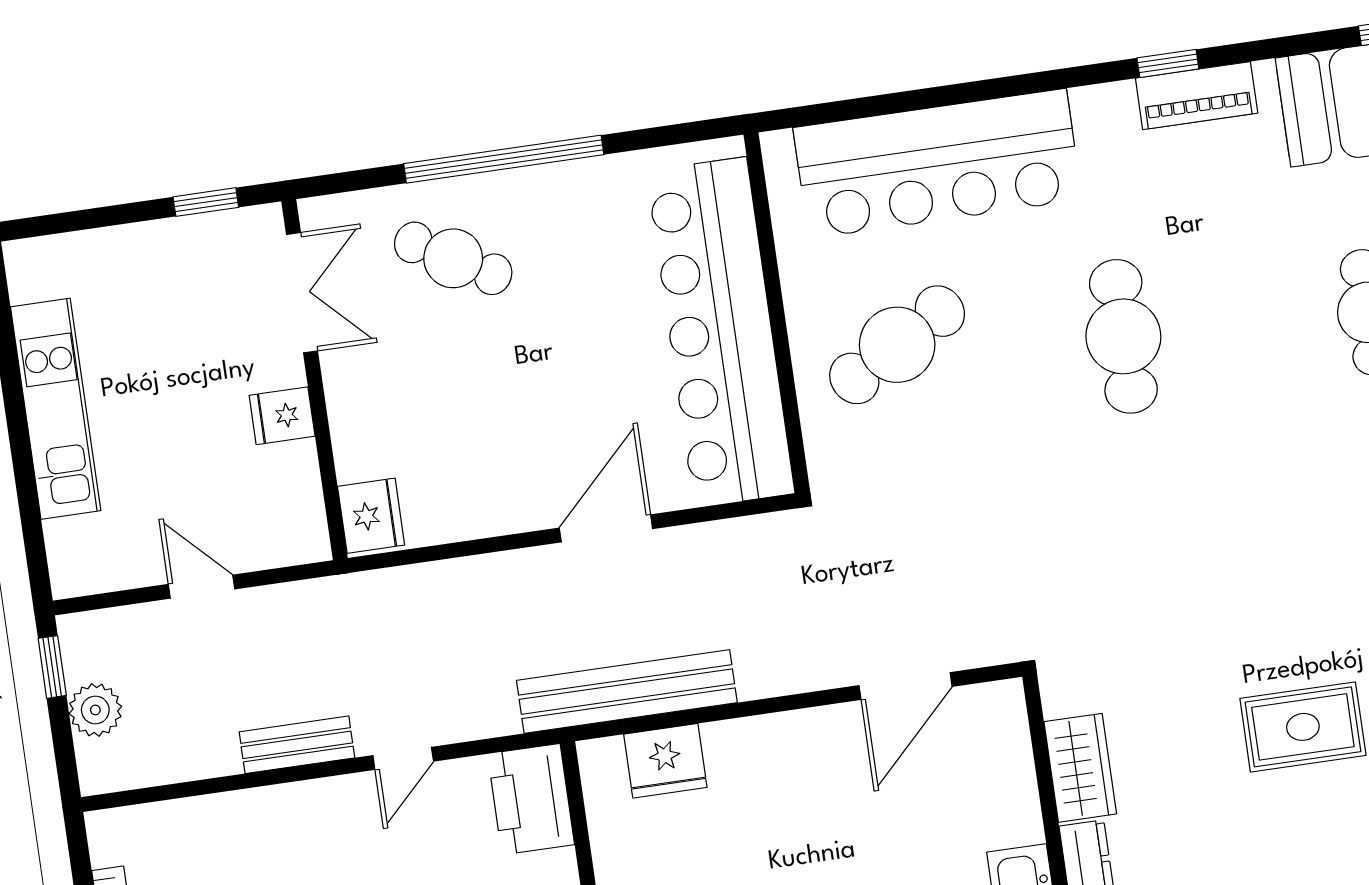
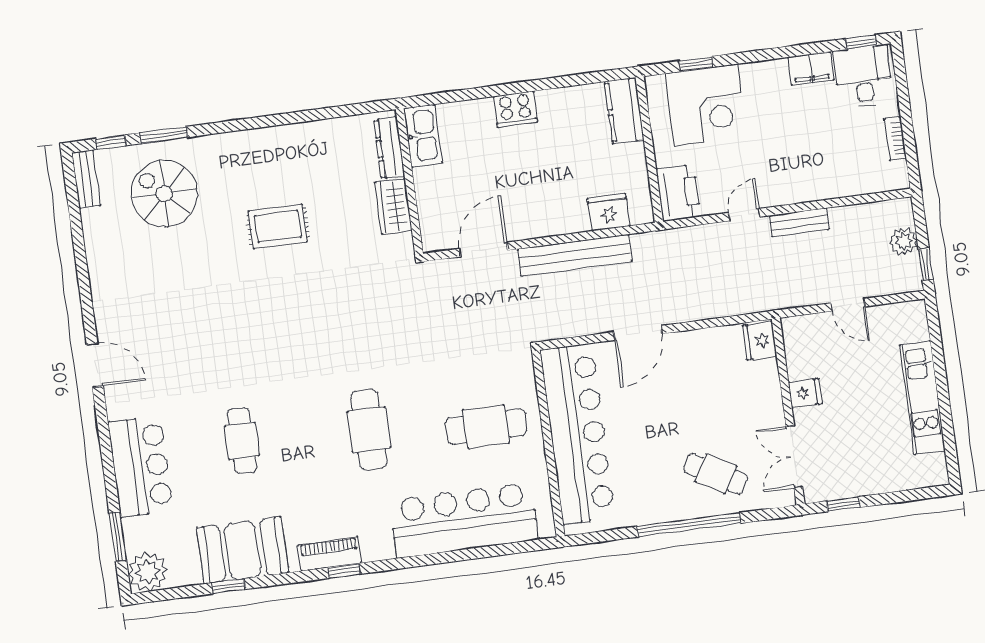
cafe table: (897, 345) -> (486, 426), turned 30
bench: (627, 692) -> (575, 255), moved

